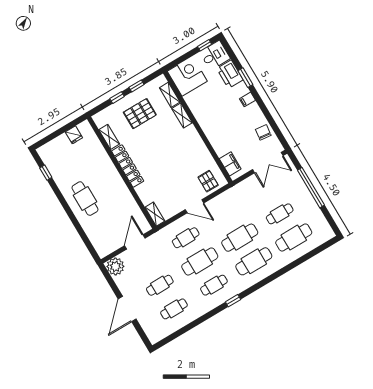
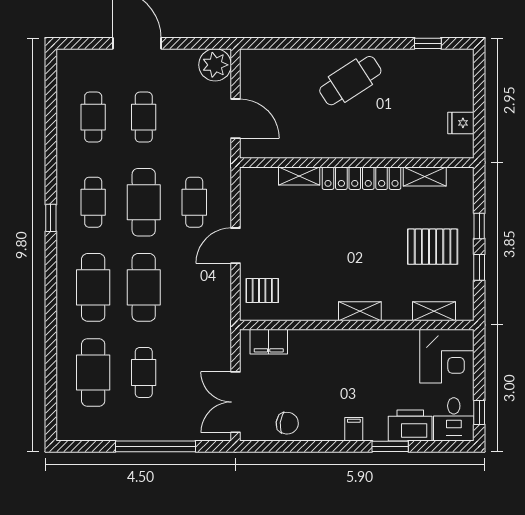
pallet: (140, 114) -> (433, 247), turned 90
shelving: (182, 116) -> (360, 311), moved
cafe table: (85, 199) -> (350, 81), turned -33
shelving: (155, 214) -> (299, 176), moved

